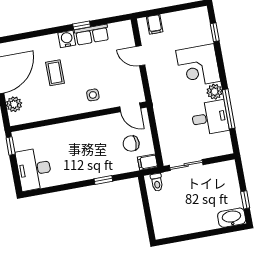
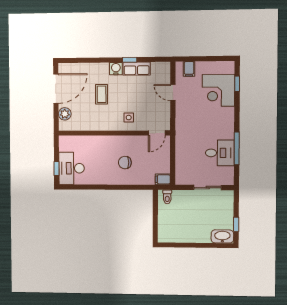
corner desk: (198, 66) -> (218, 90), moved
plant: (215, 92) -> (228, 132), removed
door: (130, 107) -> (157, 133), hinge flipped
chair: (131, 143) -> (125, 163), moved
window: (11, 146) -> (56, 168), moved
sliding door: (186, 165) -> (208, 188), moved
window: (103, 180) -> (125, 187), removed

